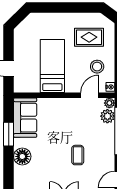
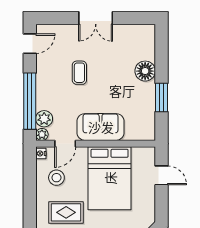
bed: (52, 66) -> (110, 178), width x1.50
sofa: (25, 118) -> (101, 127), moved, turned 90

